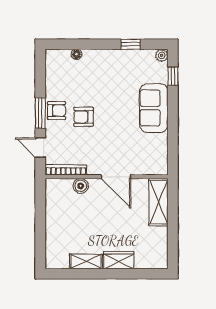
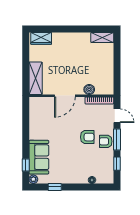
window: (40, 78) -> (117, 164), added
sofa: (154, 108) -> (39, 157), moved
door: (116, 177) -> (65, 96), swing flipped
wardrobe: (119, 260) -> (41, 38), moved
shelving: (86, 261) -> (102, 37), moved

